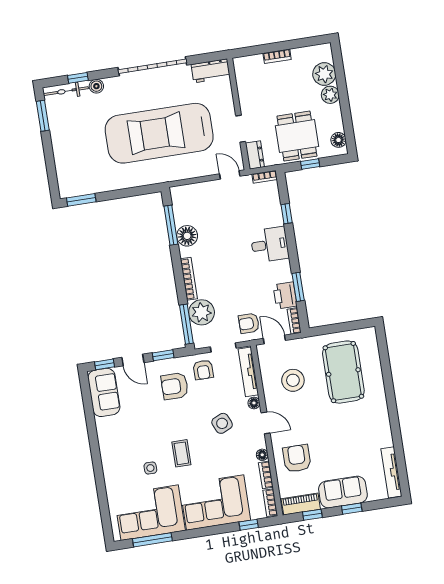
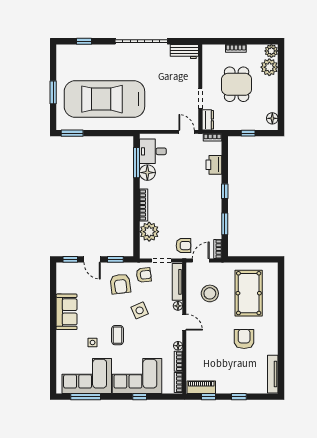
boiler: (96, 86) -> (97, 50), removed
bicycle: (66, 91) -> (73, 50), removed
plant: (330, 95) -> (271, 51), moved
window: (43, 116) -> (53, 92), moved
car: (159, 133) -> (104, 99), moved
dining table: (297, 136) -> (237, 84), moved
window: (287, 214) -> (225, 191), moved
desk: (270, 245) -> (153, 151), moved, turned 180
printer: (285, 295) -> (214, 165), moved
armchair: (249, 323) -> (183, 246), turned 180
window: (186, 324) -> (136, 239), removed
door: (274, 339) -> (201, 261), hinge flipped
armchair: (203, 370) -> (144, 275), turned -97
armchair: (175, 386) -> (120, 284), turned -97
sofa: (104, 392) -> (67, 312), moved
side table: (222, 423) -> (140, 310), moved
armchair: (297, 458) -> (244, 339), moved
sofa: (343, 492) -> (234, 383), removed
window: (249, 525) -> (140, 397), moved

